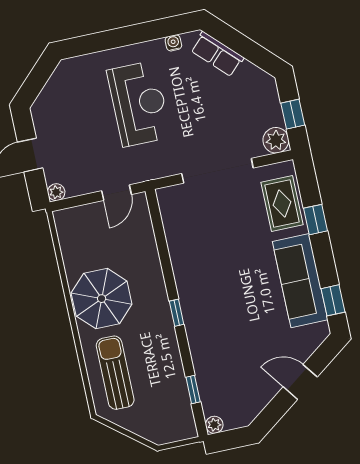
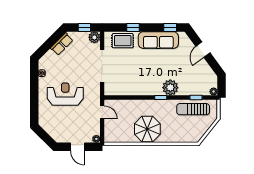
row of seats: (217, 54) -> (62, 44), moved
plant: (203, 329) -> (170, 88), added
sun lounger: (115, 373) -> (193, 109), moved

